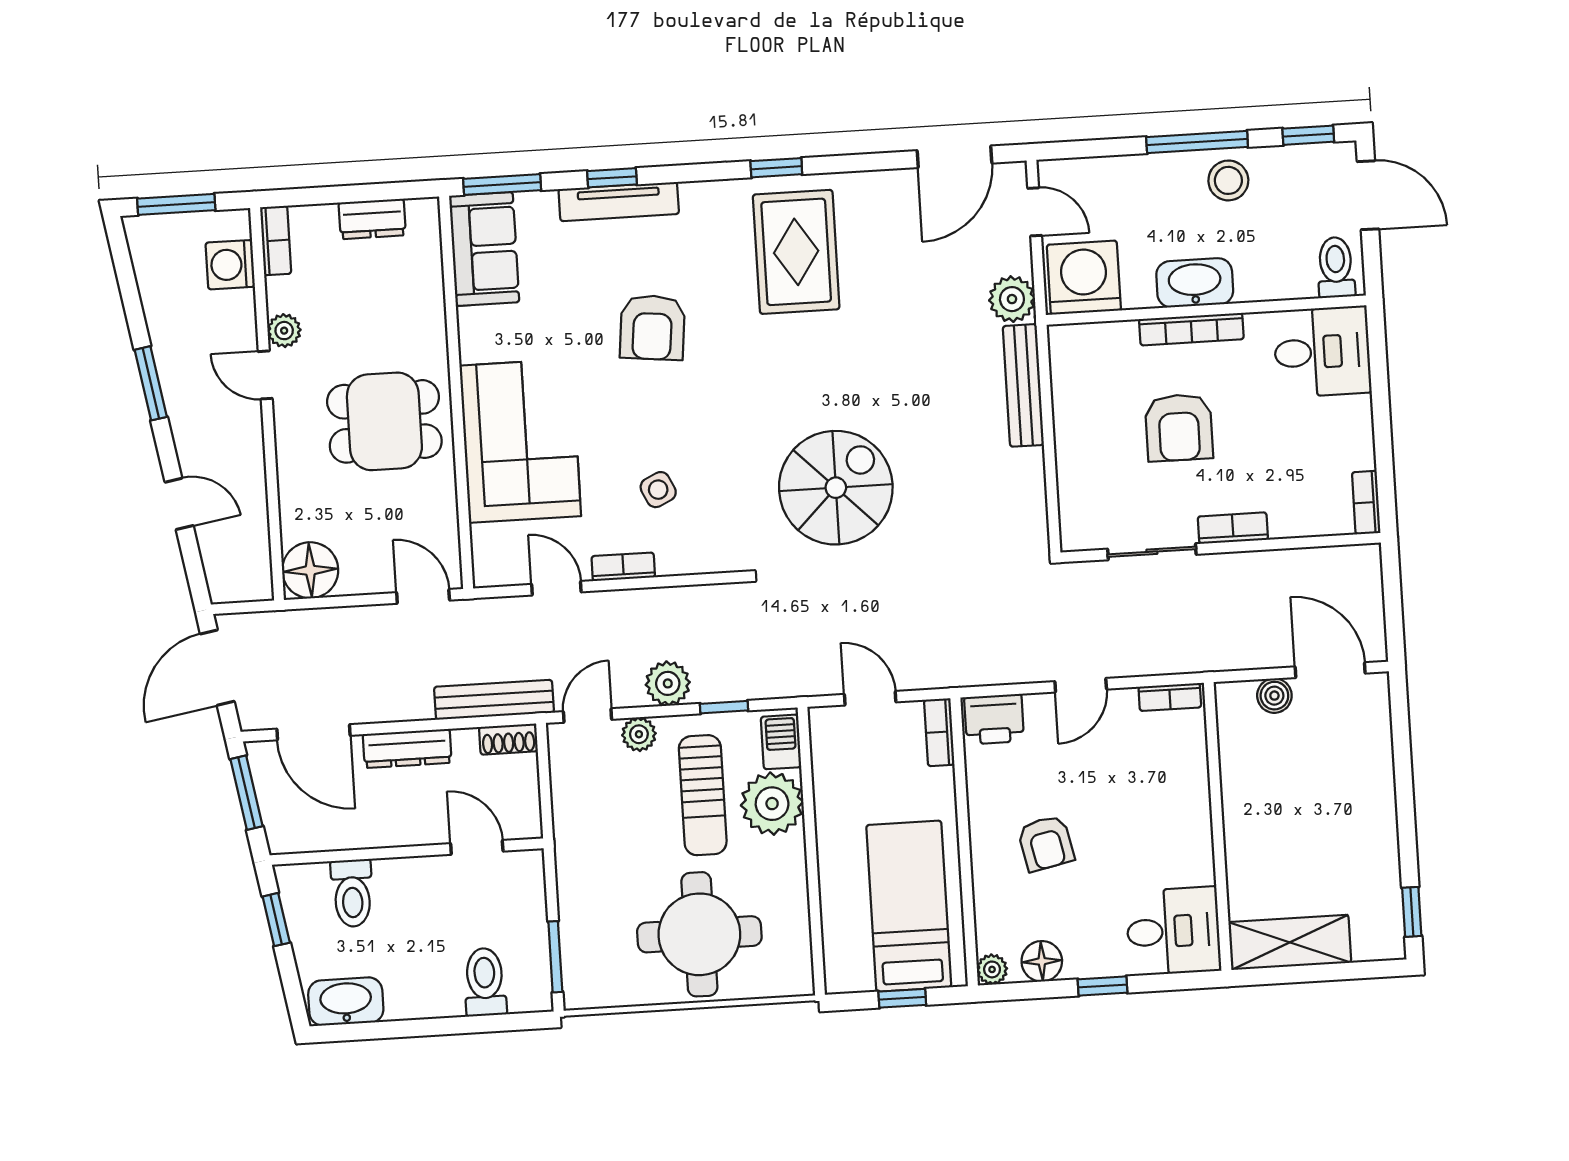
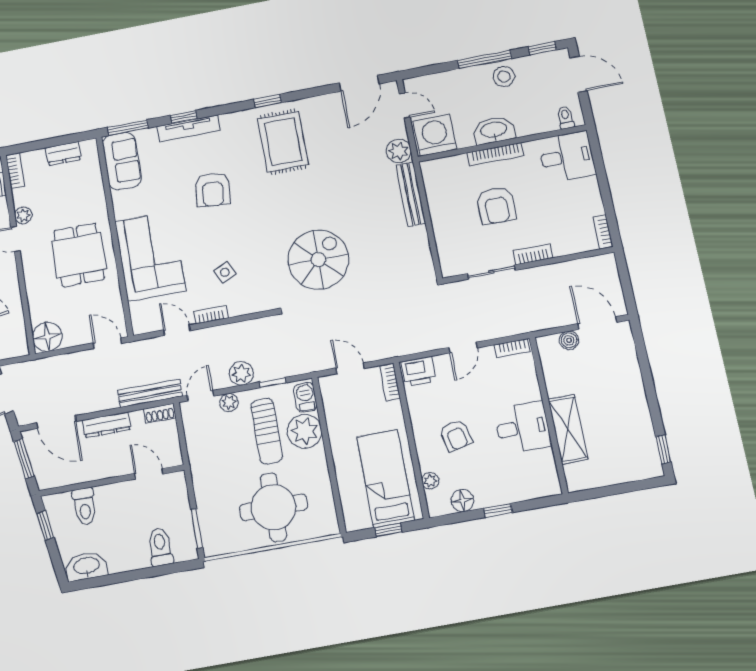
toilet: (1336, 267) -> (566, 117), width x0.73, depth x0.72
dining table: (384, 421) -> (79, 255), turned 90
desk: (1173, 931) -> (523, 427), moved
shelving: (1290, 942) -> (568, 429), moved, turned 90
plant: (992, 969) -> (430, 481), moved

